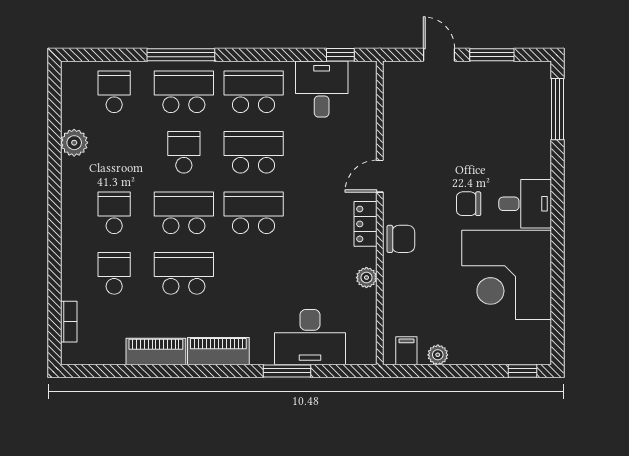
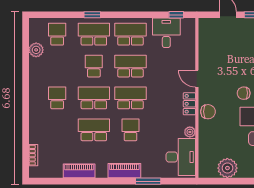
window: (181, 55) -> (92, 15), width x0.46
plant: (74, 143) -> (36, 50), moved
door: (380, 176) -> (197, 79), hinge flipped
school desk: (114, 273) -> (130, 130), moved
desk: (310, 337) -> (181, 157), moved, turned -90
piano: (218, 351) -> (124, 171), moved
filing cabinet: (406, 351) -> (211, 171), removed
plant: (438, 355) -> (227, 168), width x1.87, depth x1.87

